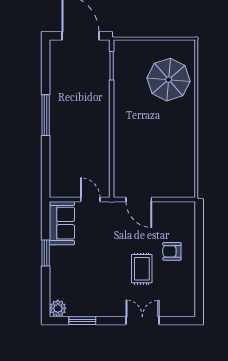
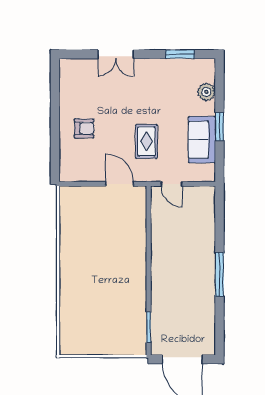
parasol: (169, 80) -> (88, 312), removed
sofa: (62, 223) -> (202, 140), moved
rug: (142, 269) -> (146, 142), moved
plant: (58, 308) -> (206, 92), moved

